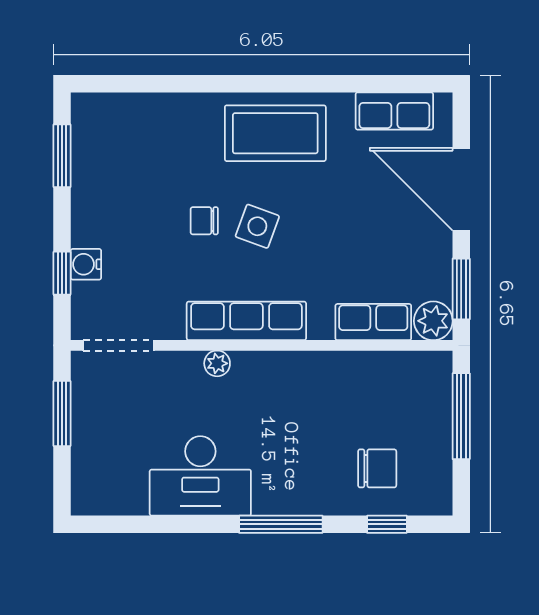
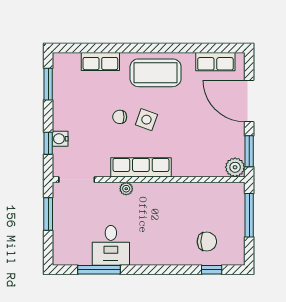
row of seats: (373, 322) -> (100, 61), moved, turned 180
desk: (200, 476) -> (111, 245), width x0.73
window: (281, 524) -> (99, 270), moved

